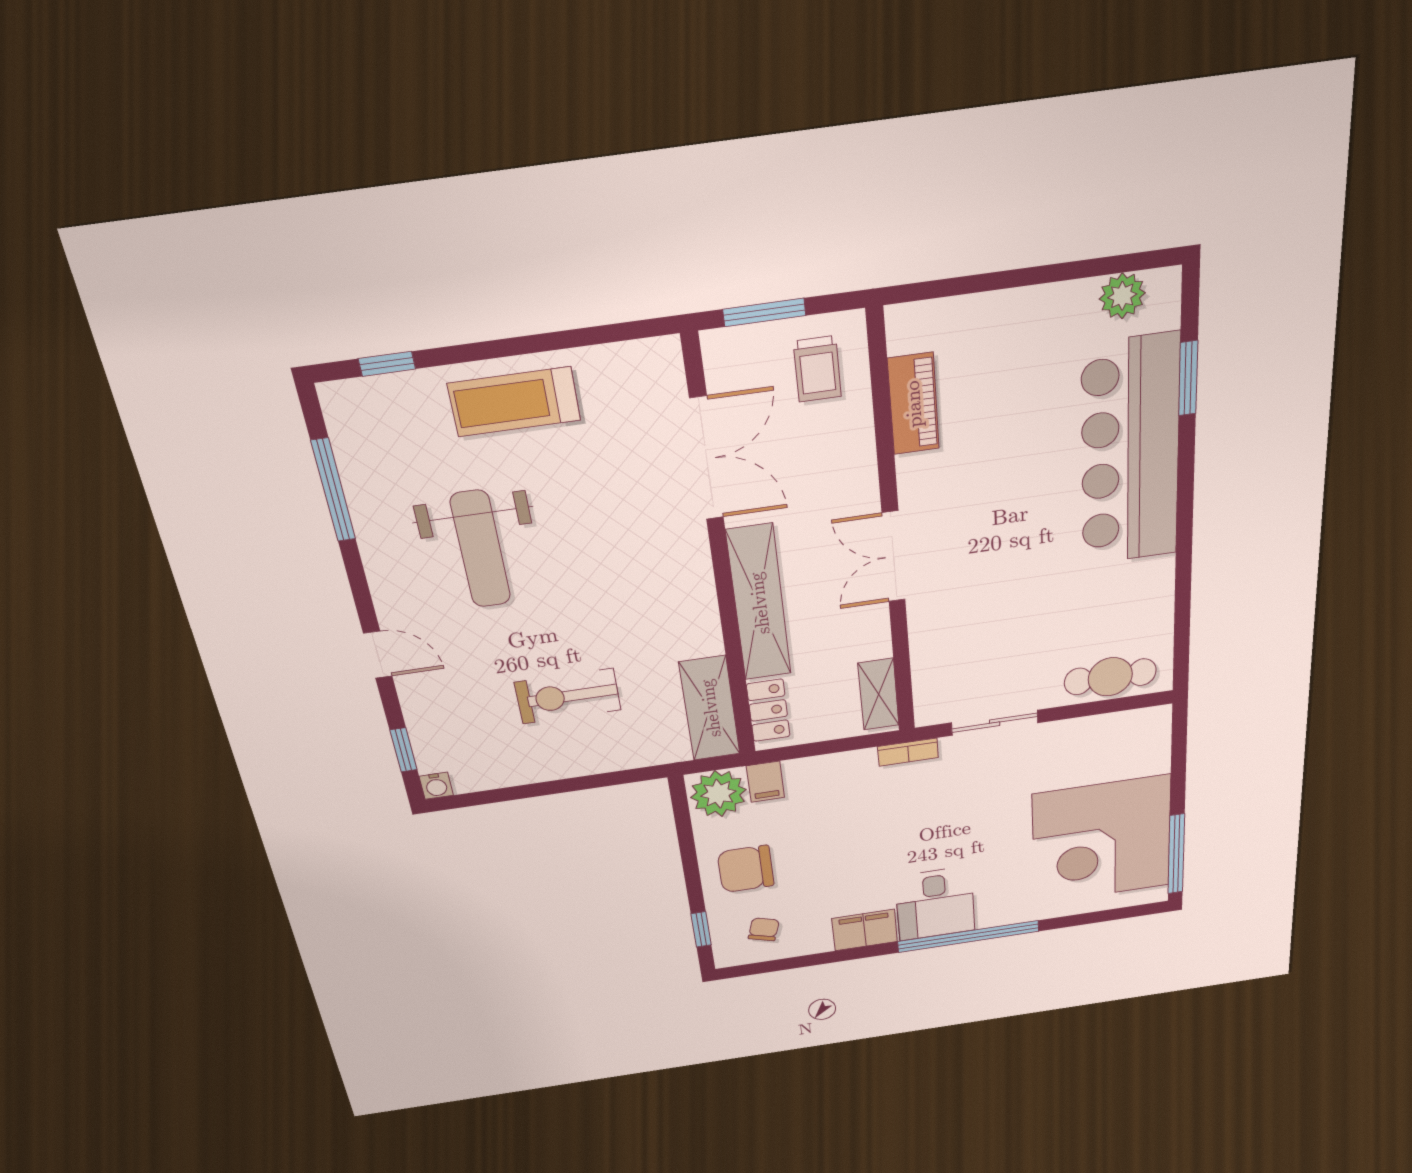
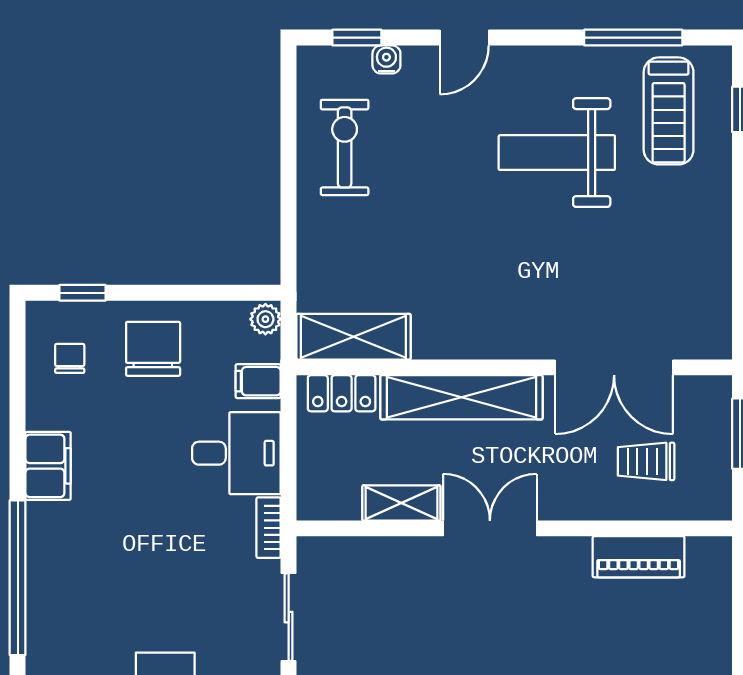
trolley: (817, 369) -> (646, 461), moved
treadmill: (514, 402) -> (669, 111), moved, turned 180
shelving: (879, 694) -> (401, 503), moved
exercise bike: (568, 696) -> (345, 147), moved
water cooler: (436, 786) -> (386, 59), moved, turned 90
plant: (718, 794) -> (265, 319), width x0.53, depth x0.53
desk: (935, 904) -> (236, 453), moved, turned 180
chair: (764, 929) -> (70, 358), turned -107

